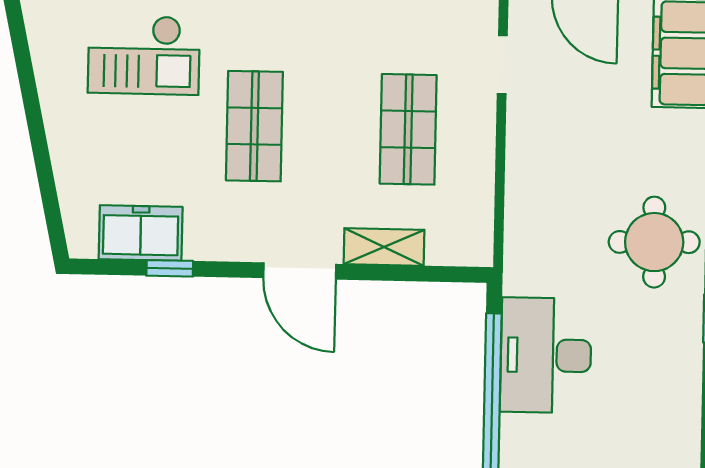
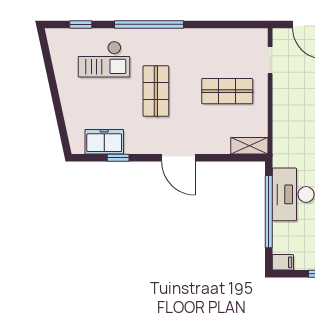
shop shelf: (408, 129) -> (227, 91), turned 90
shelving: (384, 247) -> (249, 146), moved

